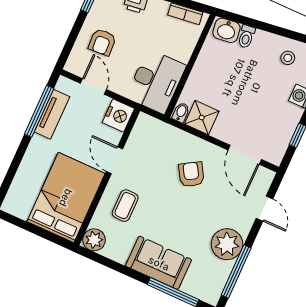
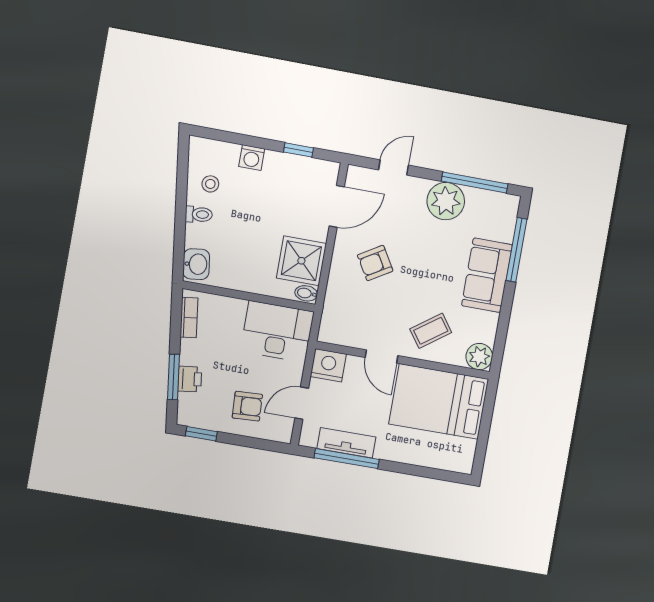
toilet: (246, 37) -> (199, 214), moved
shower: (202, 118) -> (301, 261), width x1.36, depth x1.36
door: (114, 160) -> (381, 356), hinge flipped
coffee table: (125, 206) -> (431, 331), turned -36

